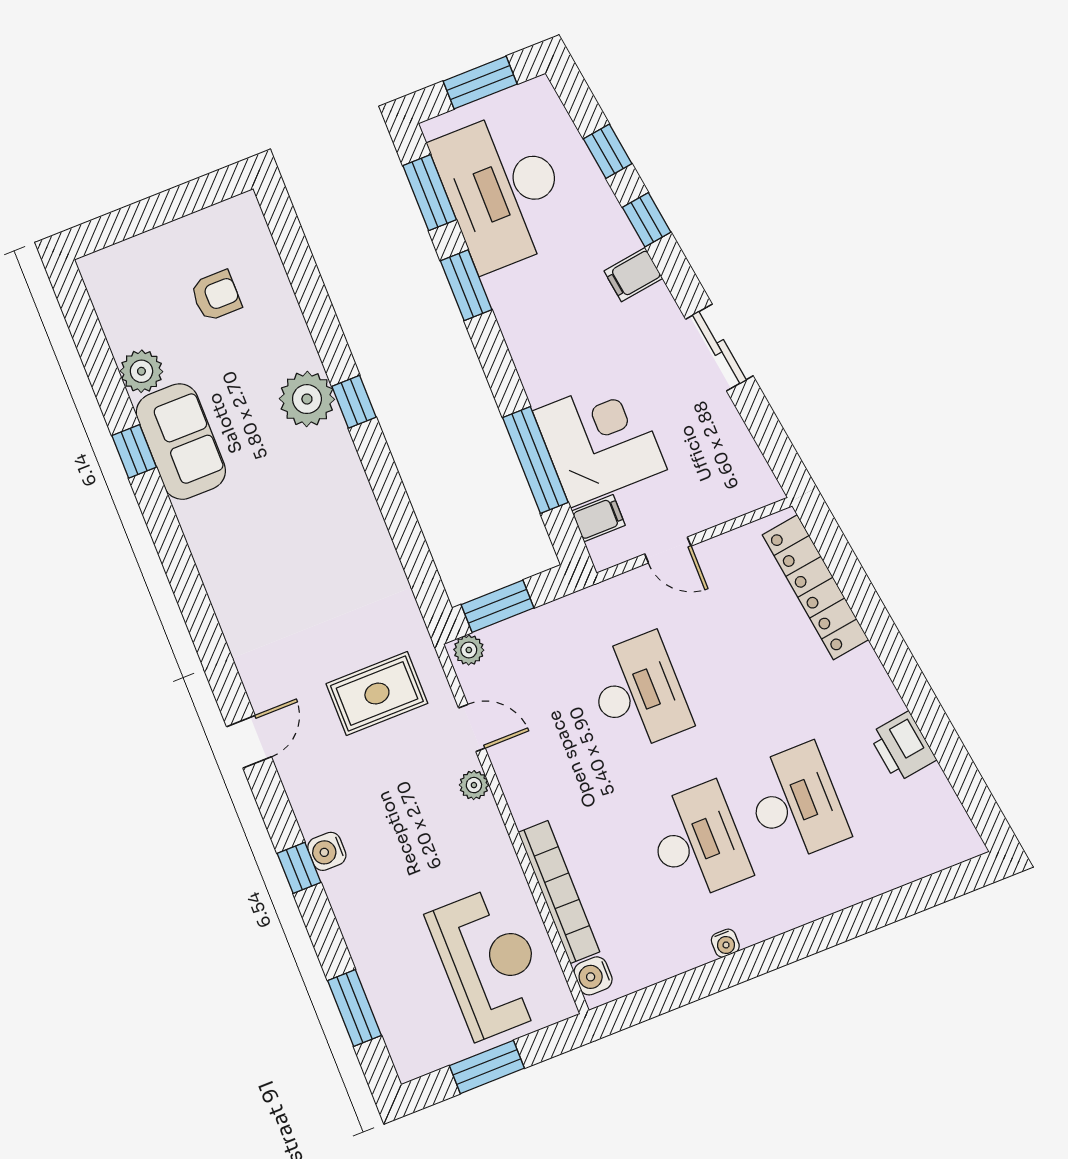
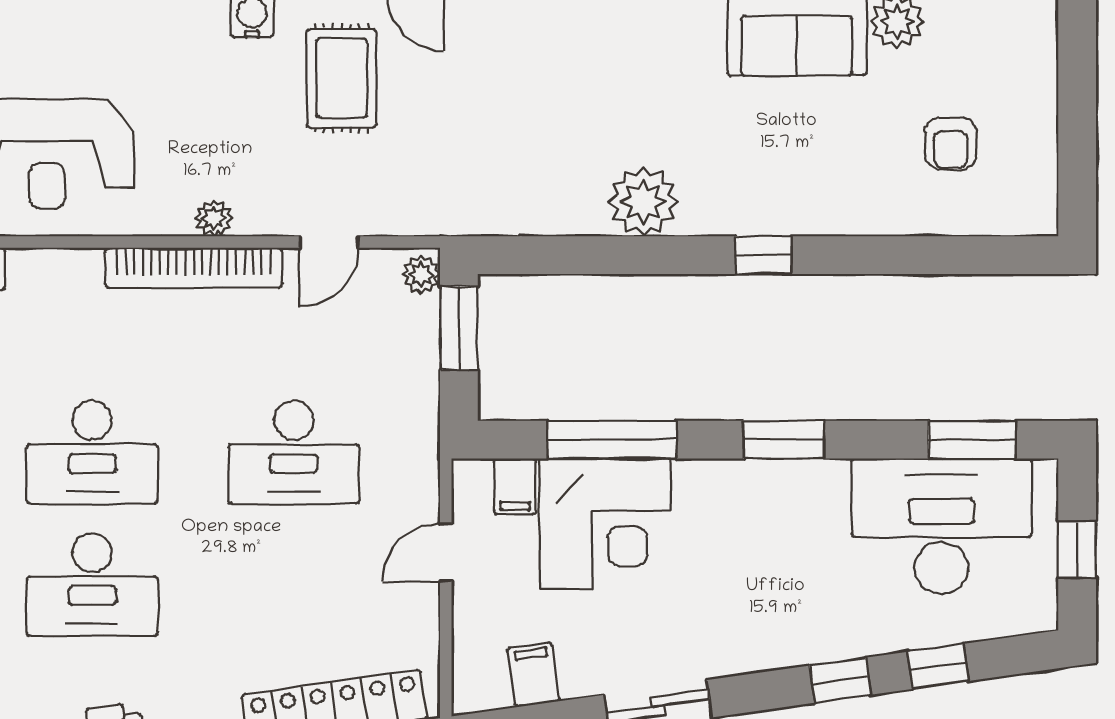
window: (480, 83) -> (1077, 549), width x0.67
filing cabinet: (633, 275) -> (534, 675), moved
window: (466, 285) -> (784, 440), moved
plant: (307, 399) -> (643, 202), moved
rug: (377, 694) -> (342, 78), moved
plant: (474, 785) -> (214, 218), moved
bookcase: (559, 892) -> (194, 268), moved

